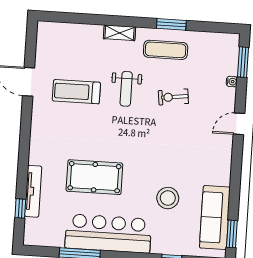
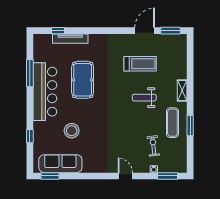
window: (31, 44) -> (171, 31), added
treadmill: (76, 92) -> (140, 64), turned 90
exercise bike: (173, 97) -> (153, 146), moved

